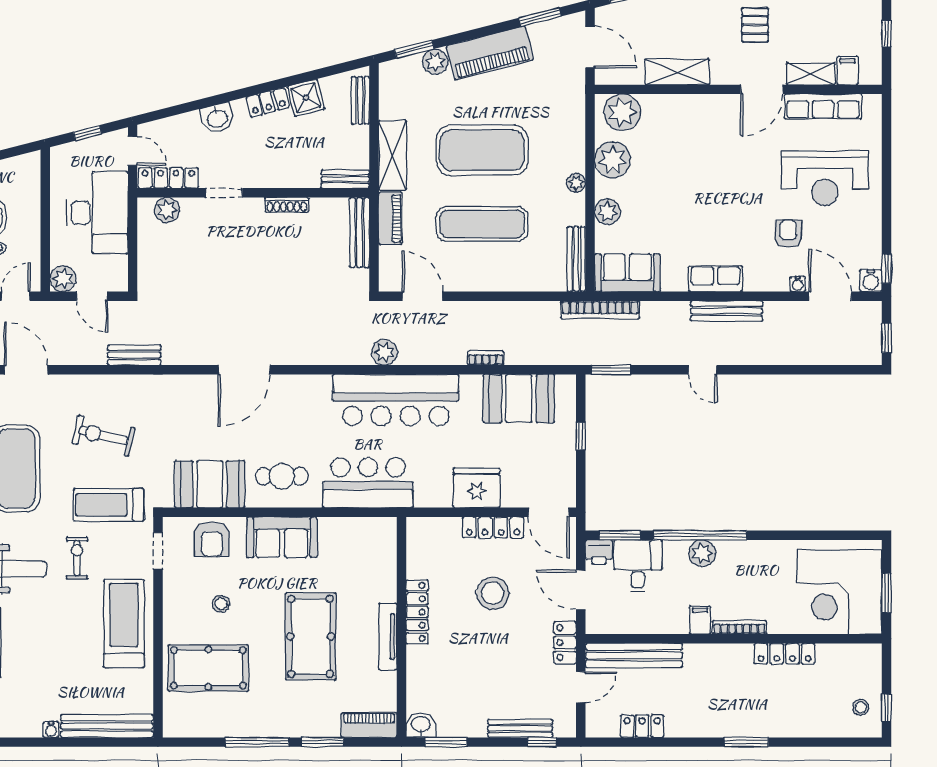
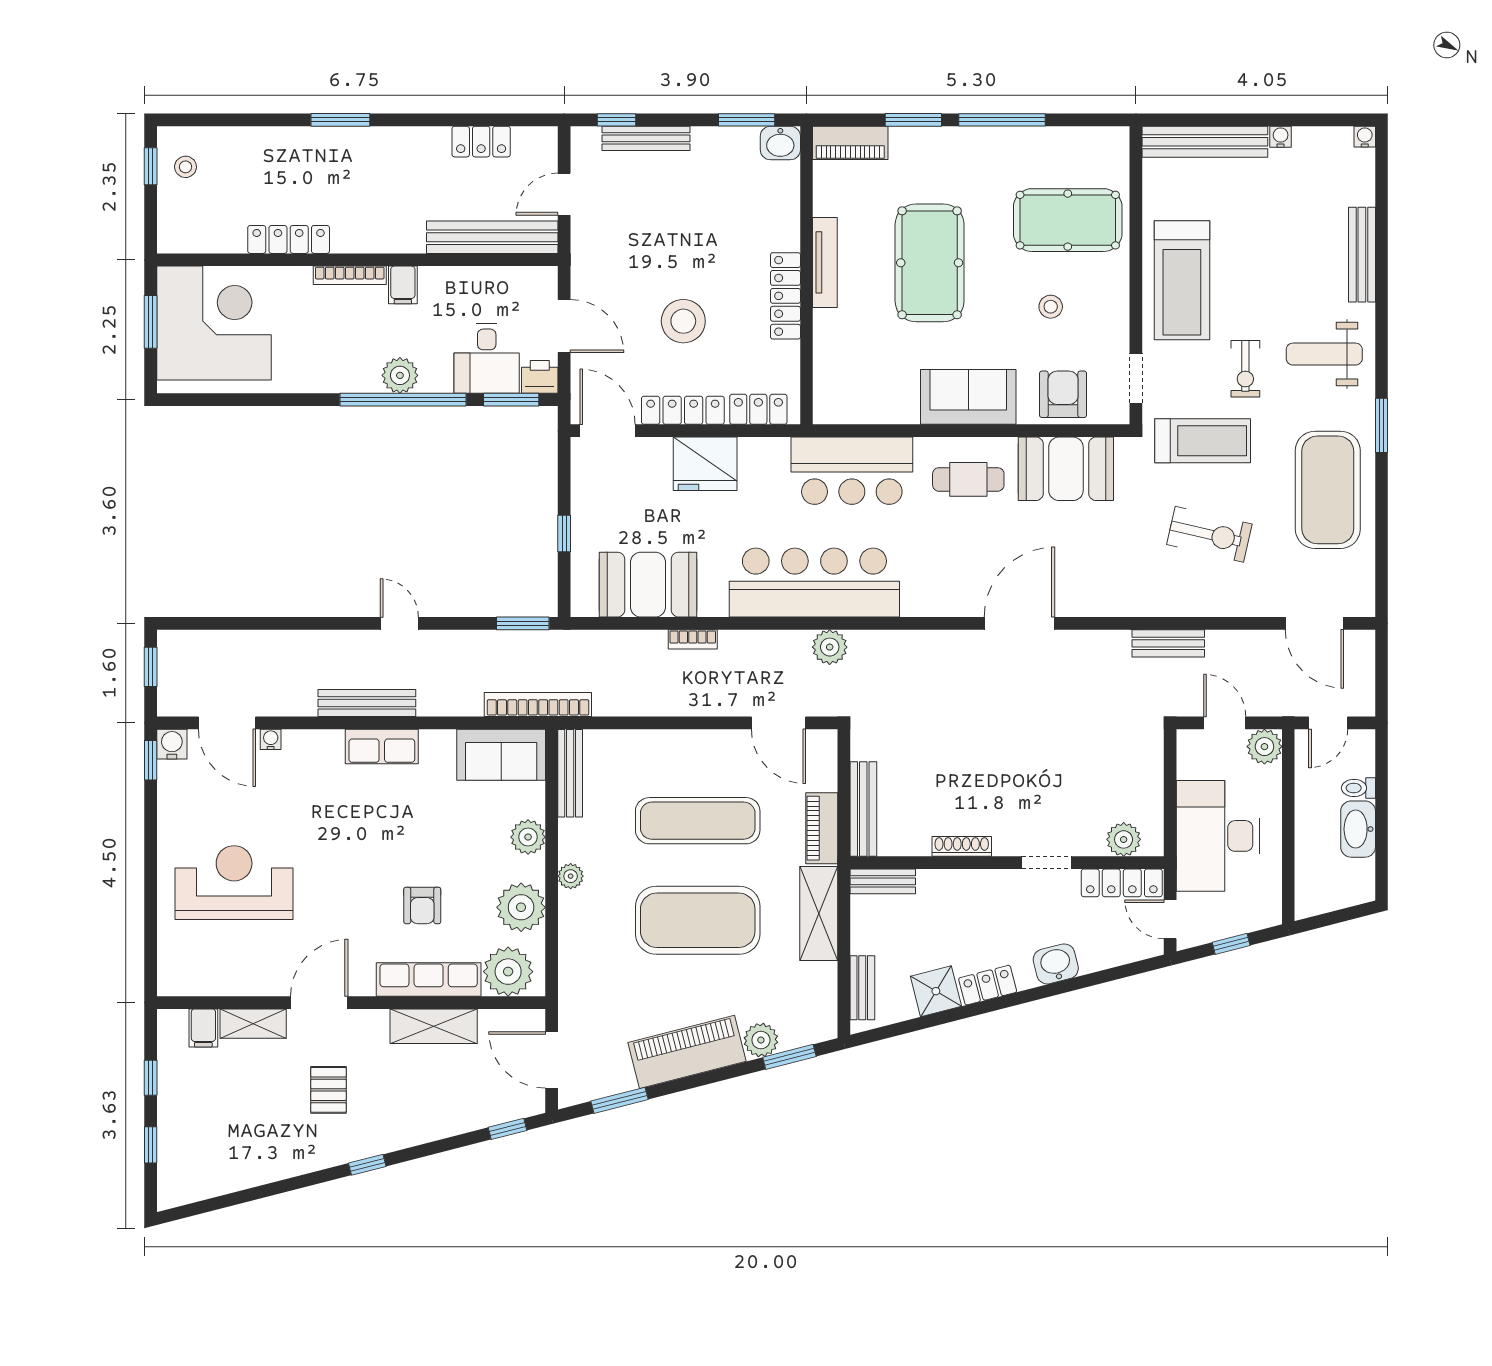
row of seats: (823, 106) -> (429, 979), moved
armchair: (788, 234) -> (422, 905), moved
locker: (565, 643) -> (758, 409), moved, turned -90

